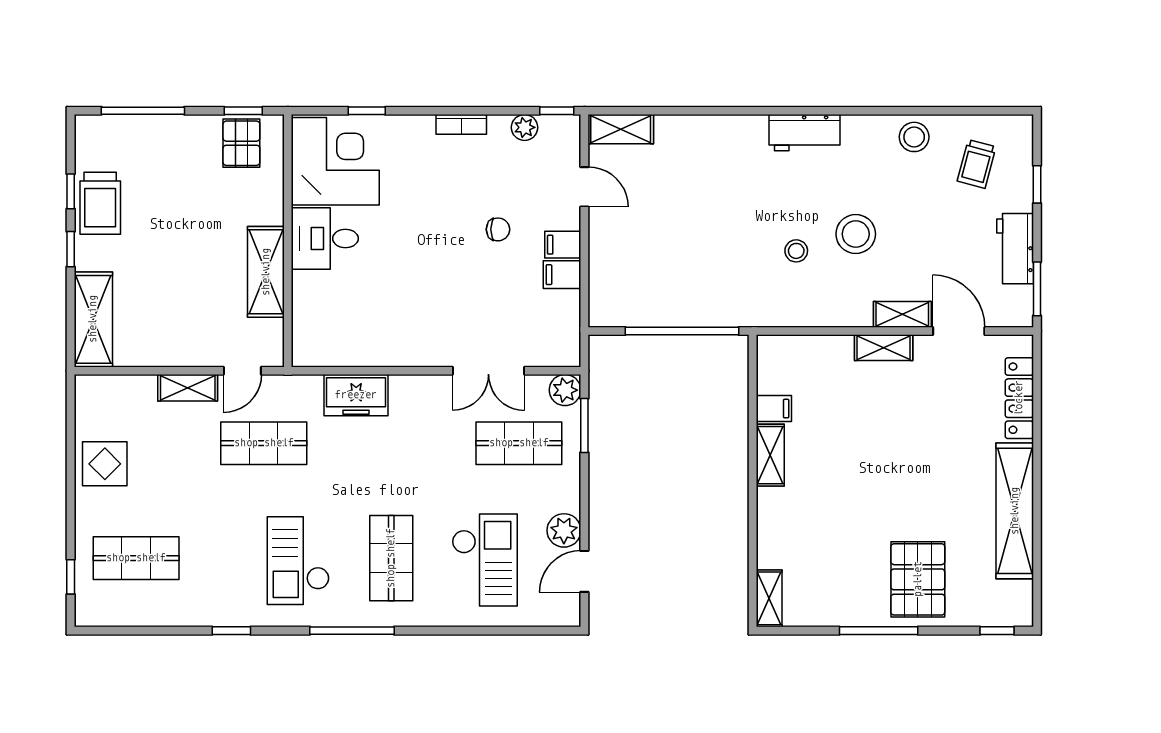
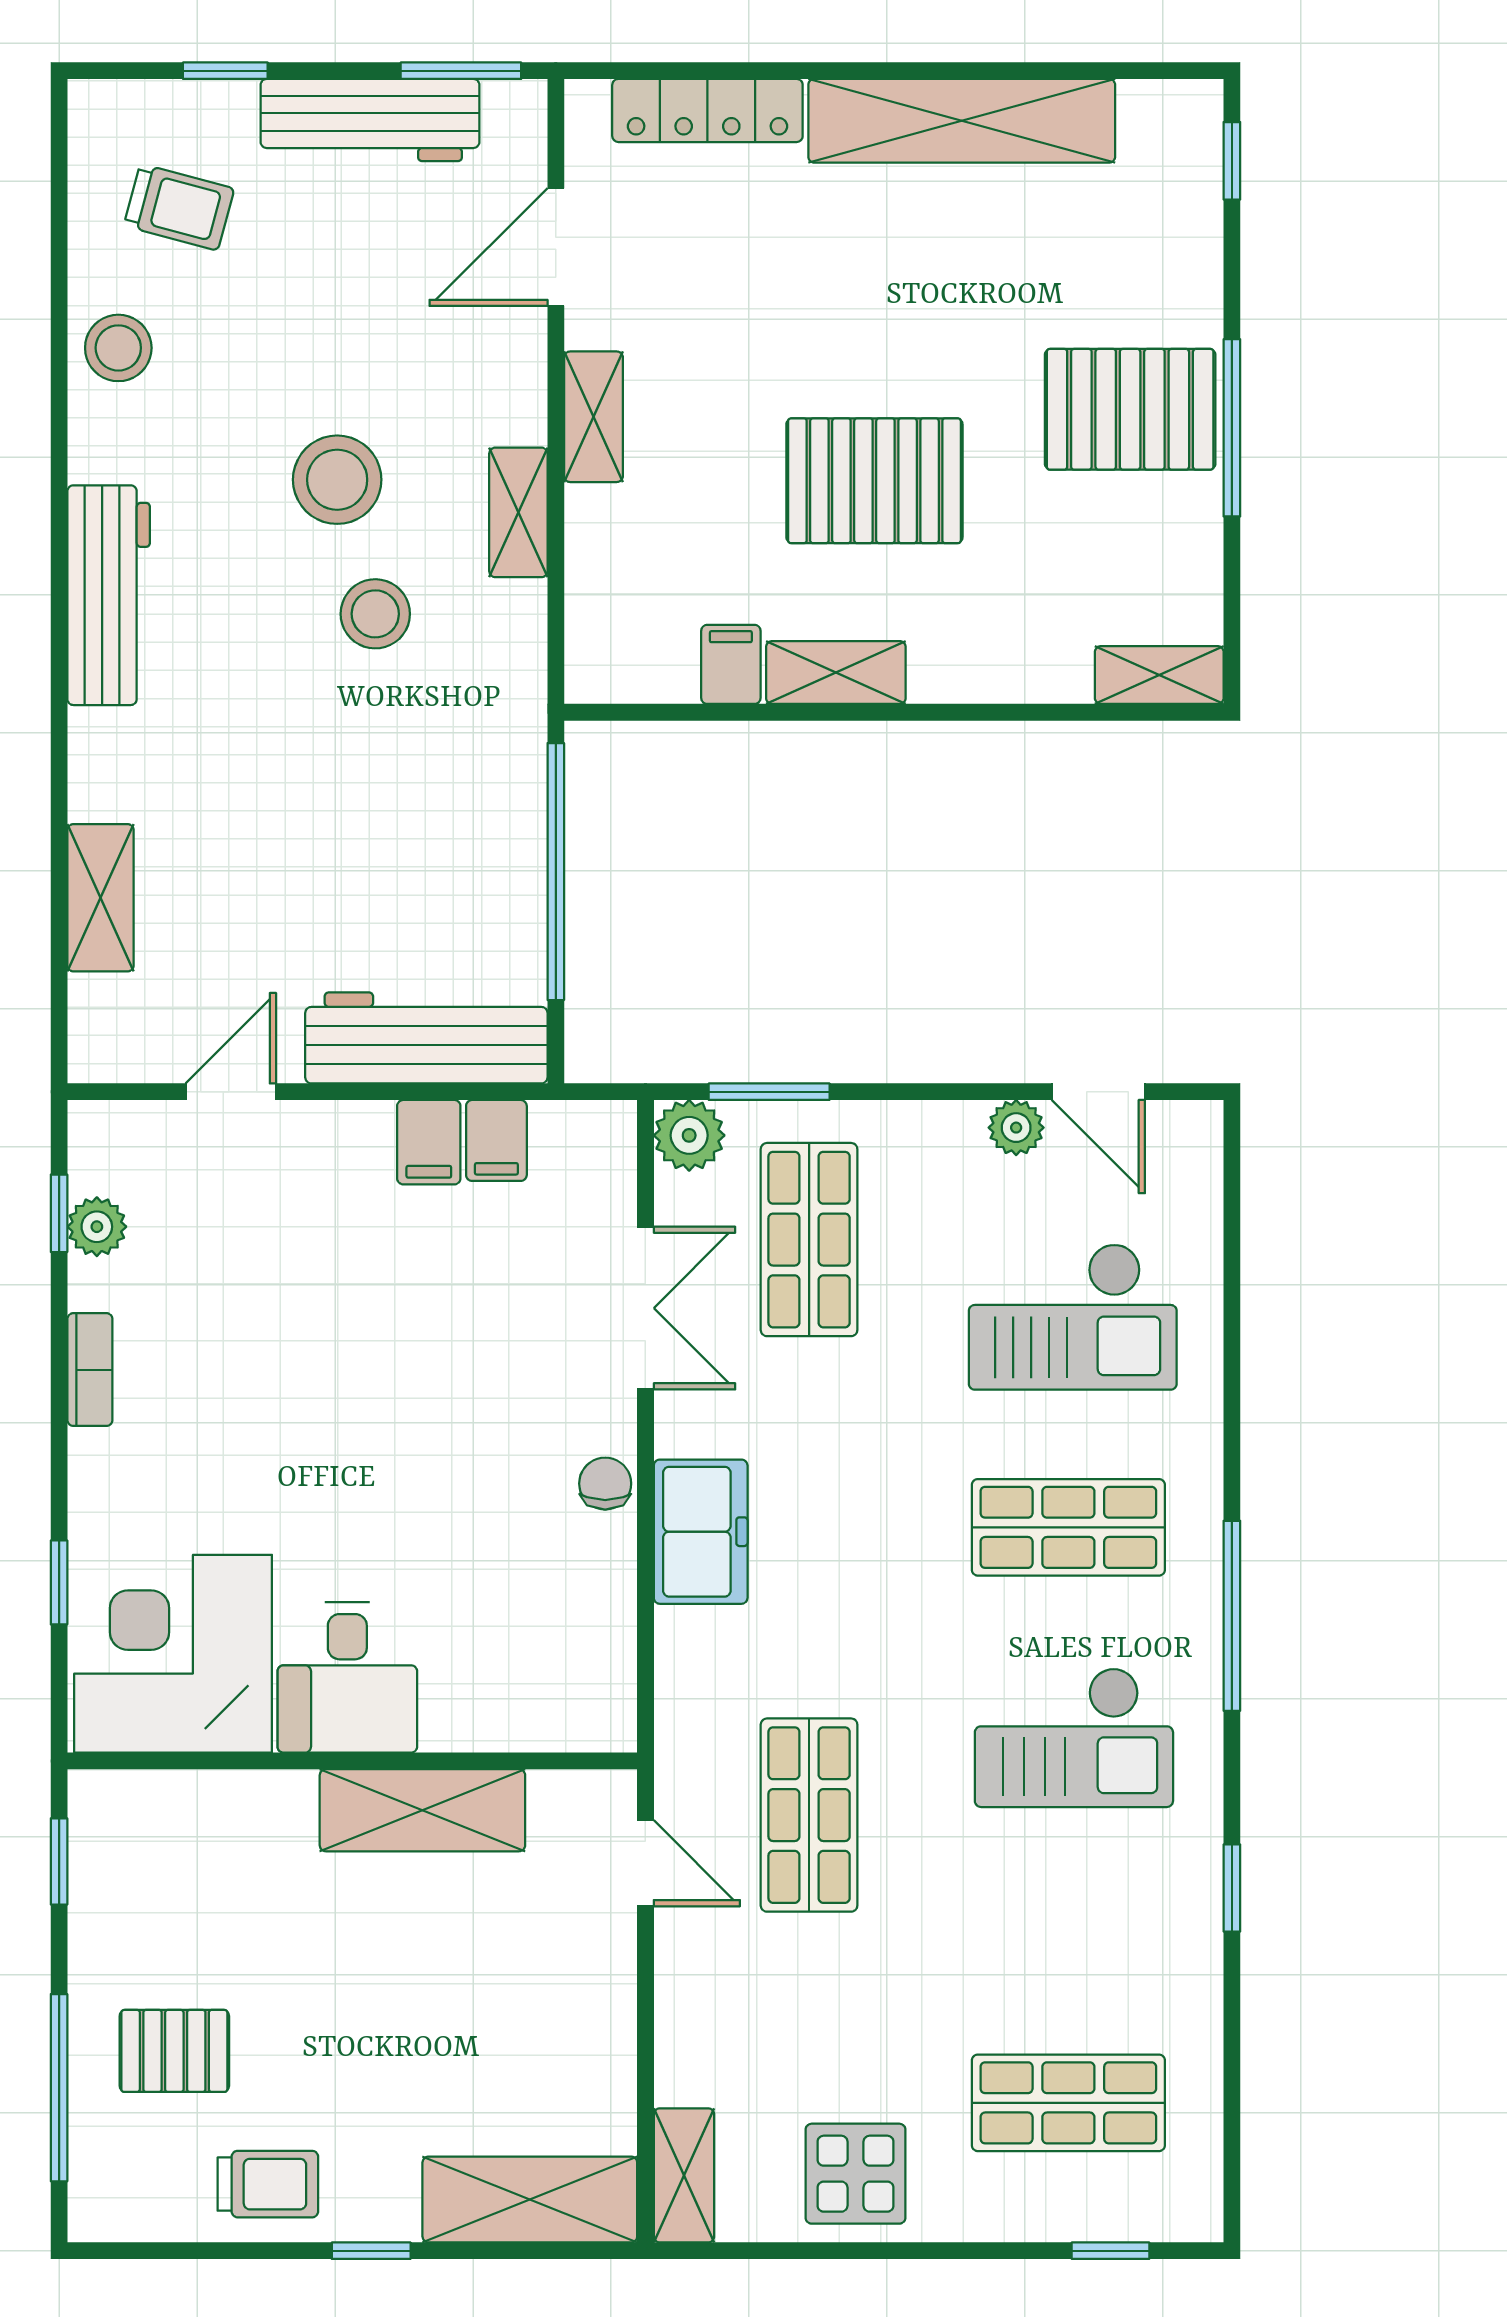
window: (557, 111) -> (59, 1213), moved
shelving: (621, 129) -> (100, 898), moved
workbench: (805, 133) -> (109, 595), width x1.38
pallet: (241, 143) -> (174, 2051), moved
window: (71, 191) -> (241, 2251), removed
trolley: (100, 203) -> (268, 2184), width x0.73, depth x0.72
chair: (498, 229) -> (605, 1484), moved
filing cabinet: (563, 245) -> (496, 1140), moved
workbench: (1015, 249) -> (370, 120), width x1.38
stool: (796, 251) -> (375, 614), width x1.37, depth x1.37
workbench: (608, 274) -> (426, 1038), added
shelving: (902, 314) -> (518, 512), moved
shelving: (188, 388) -> (684, 2175), moved
freezer: (356, 395) -> (701, 1532), moved
pallet: (855, 472) -> (874, 481), added
plant: (564, 530) -> (1016, 1128), width x0.73, depth x0.73
shop shelf: (136, 558) -> (1068, 2103), turned 90
checkout: (485, 560) -> (1073, 1317), turned 180
pallet: (918, 579) -> (1130, 409), moved

